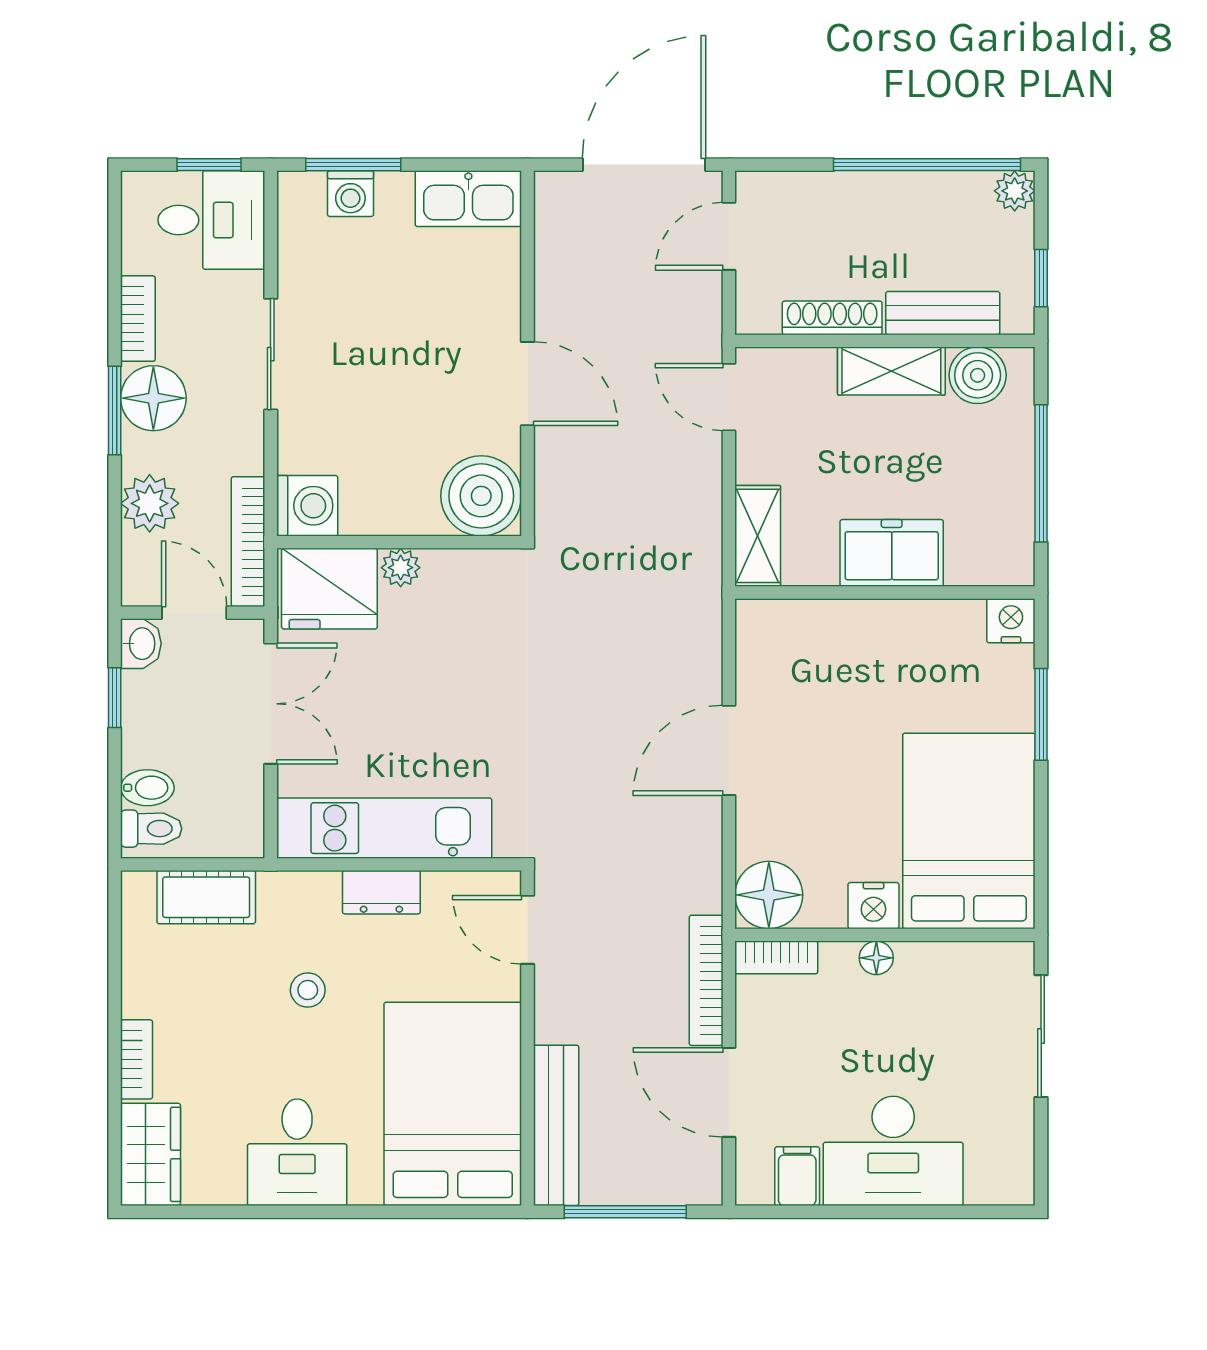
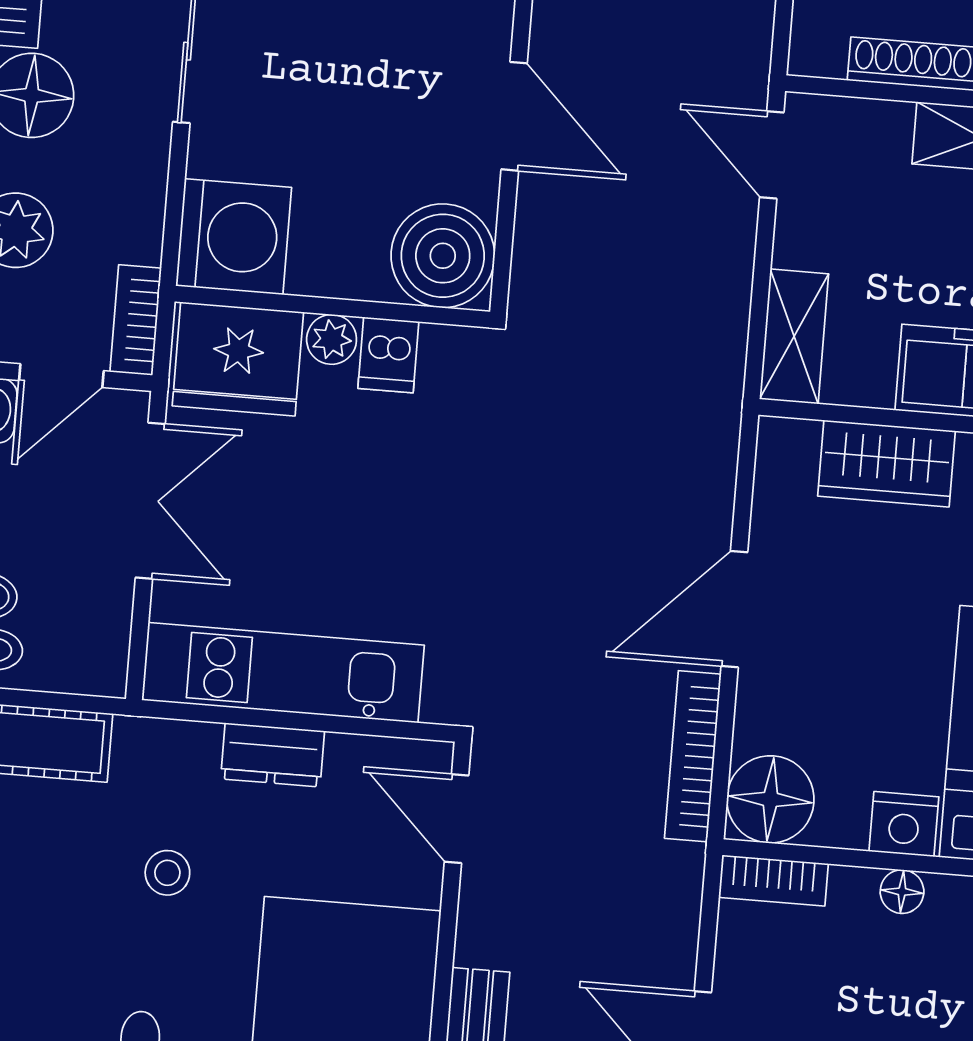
washing machine: (307, 506) -> (234, 237), width x1.37, depth x1.37
bookcase: (248, 542) -> (136, 320), width x0.64
dishwasher: (445, 576) -> (388, 355), added
door: (194, 613) -> (61, 376), swing flipped
wardrobe: (837, 628) -> (886, 464), added
bookcase: (706, 980) -> (693, 756), moved

